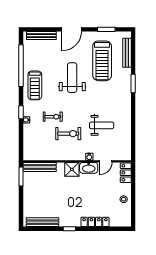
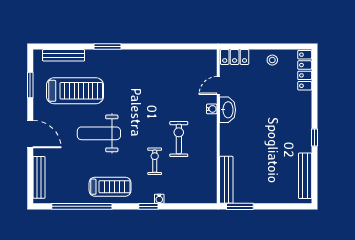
weight bench: (102, 125) -> (167, 91), removed
door: (106, 161) -> (218, 86), swing flipped
shower: (72, 169) -> (230, 134), removed
locker: (95, 222) -> (305, 70), moved

